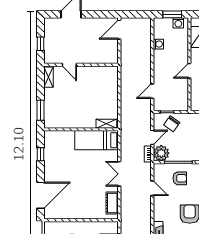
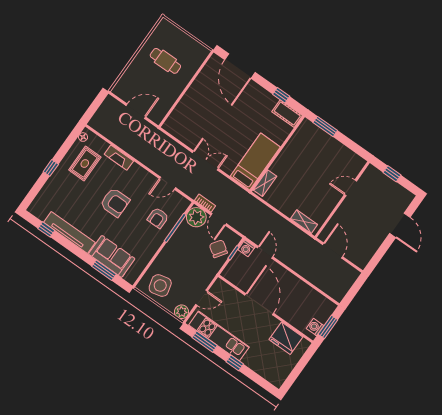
door: (119, 30) -> (333, 251), moved
washing machine: (158, 44) -> (246, 248), moved
door: (189, 71) -> (259, 304), width x1.87
shelving: (48, 77) -> (304, 222), moved
cot: (112, 203) -> (287, 114), moved

